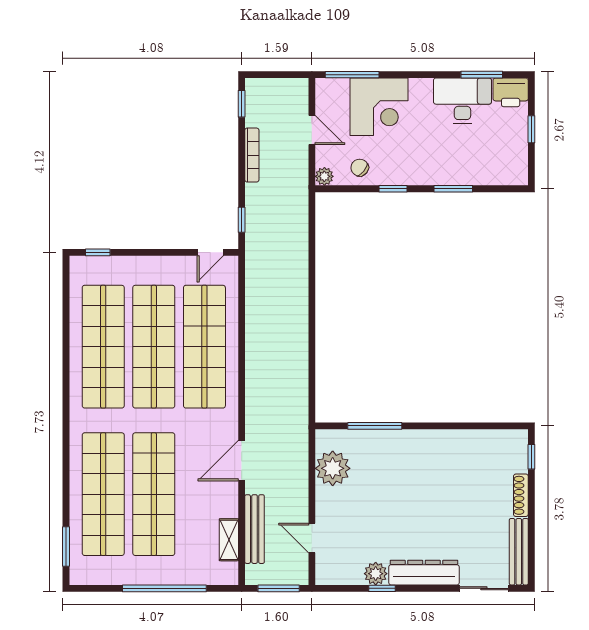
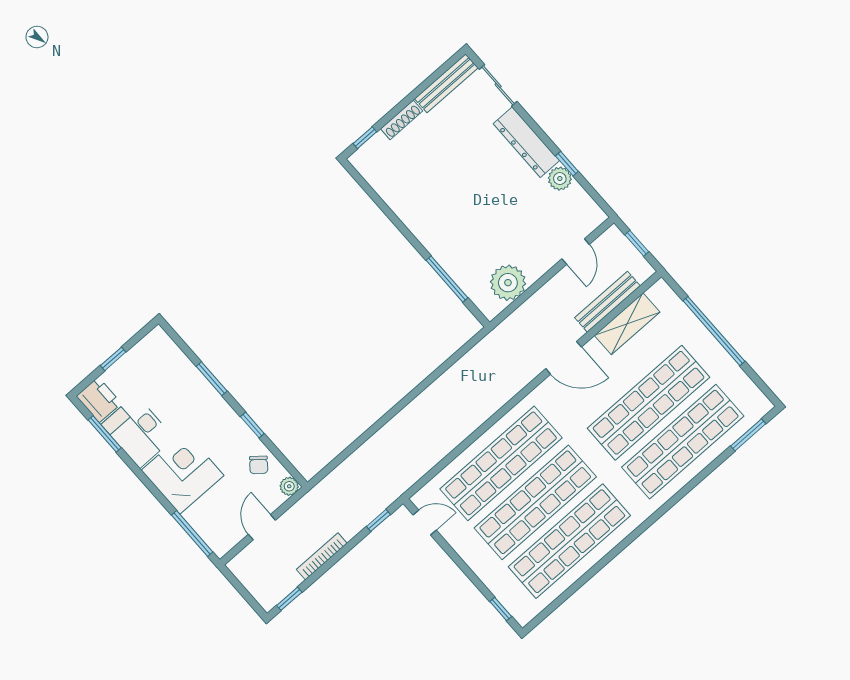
corner desk: (379, 107) -> (183, 473), moved
shelving: (229, 540) -> (627, 324), width x1.50, depth x1.33
window: (279, 588) -> (637, 243), width x0.67

